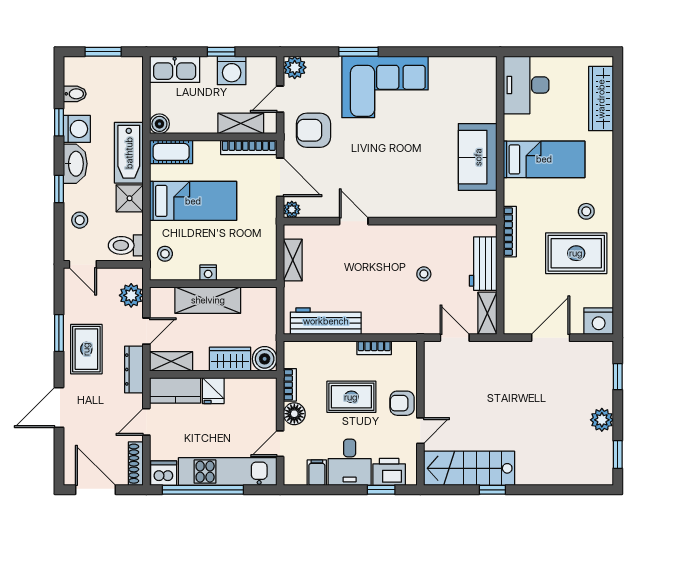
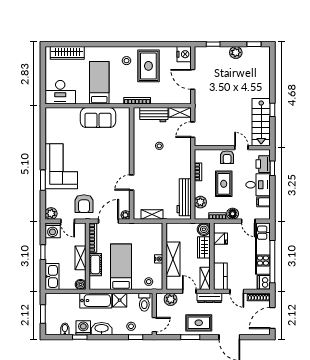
washing machine: (232, 70) -> (53, 230), moved, turned 90
shelving: (241, 123) -> (80, 258), moved
cot: (171, 152) -> (95, 265), moved
window: (59, 189) -> (136, 337), moved
plant: (316, 352) -> (200, 202), added
fridge: (213, 391) -> (220, 239), moved

